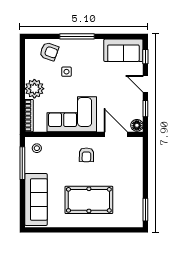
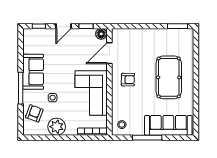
sofa: (123, 50) -> (33, 72), moved
plant: (34, 89) -> (57, 127), moved
window: (22, 163) -> (147, 138), moved

